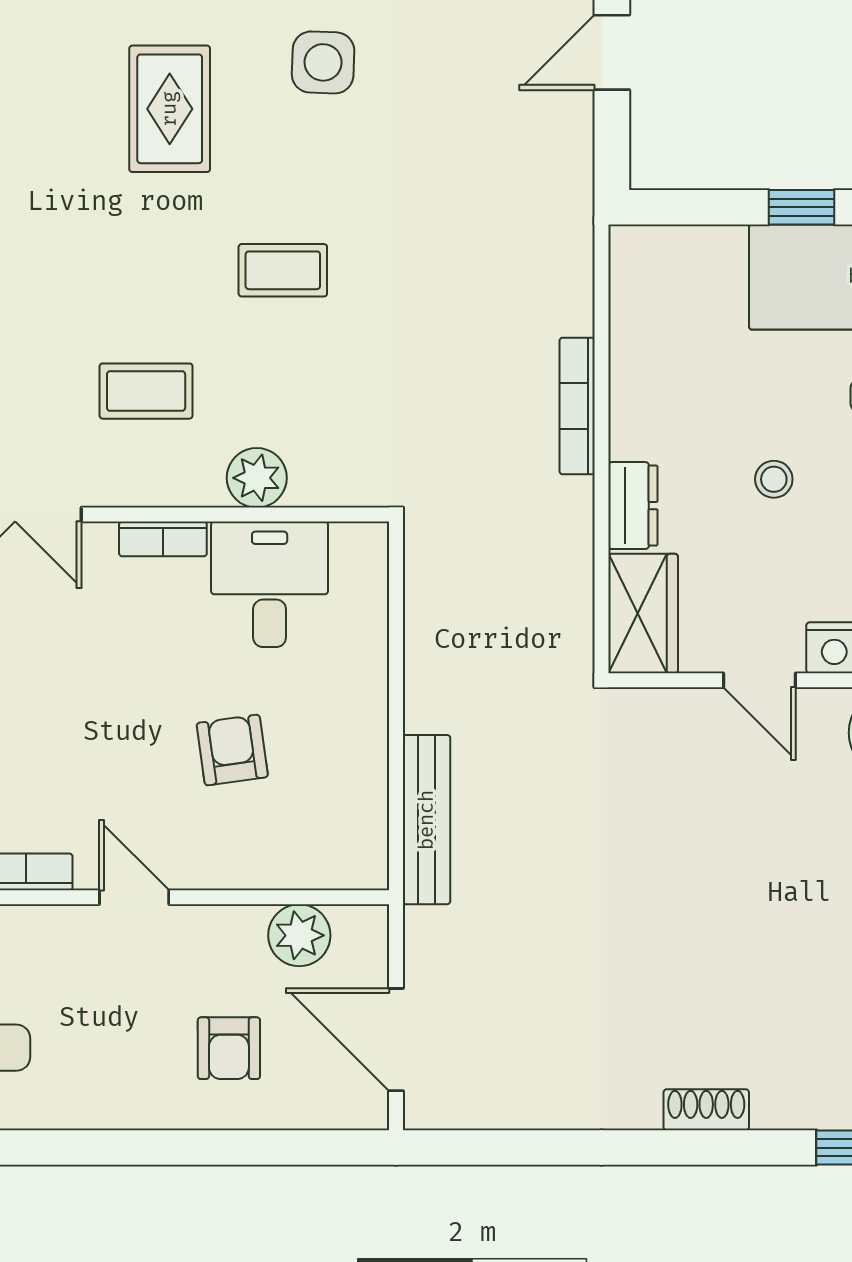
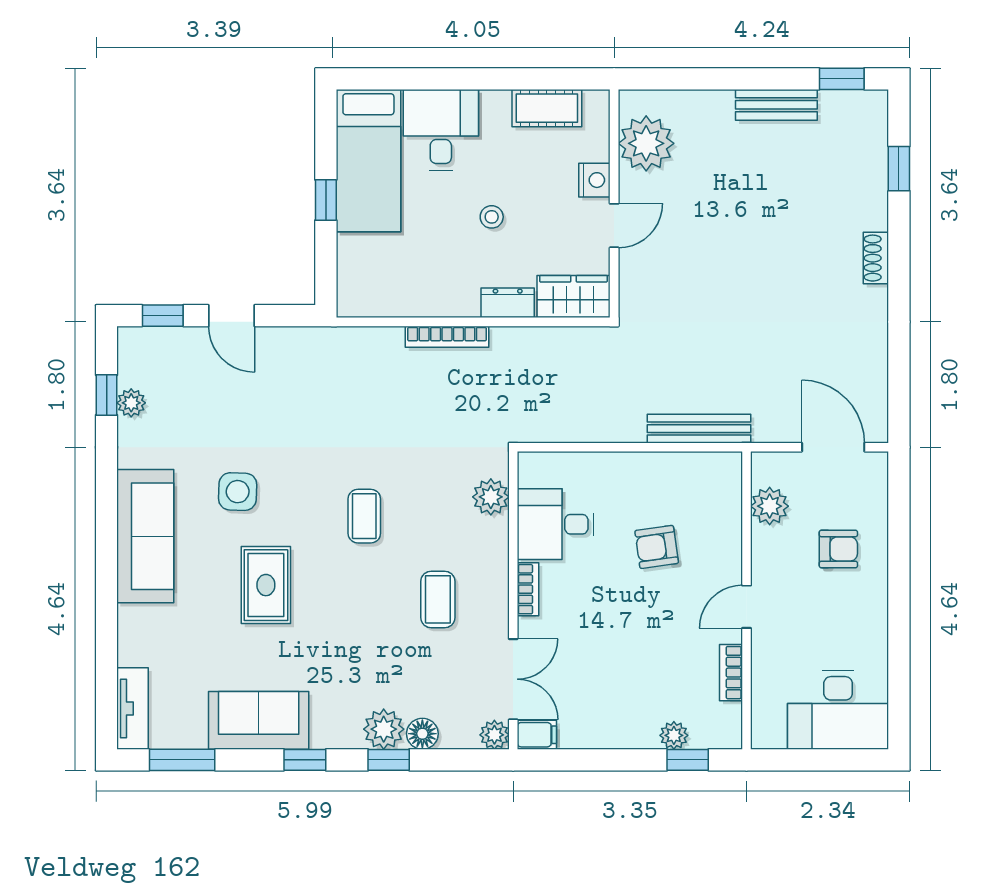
rug: (170, 109) -> (266, 585), turned 90
plant: (257, 478) -> (491, 497), moved
door: (396, 1040) -> (833, 447), swing flipped

